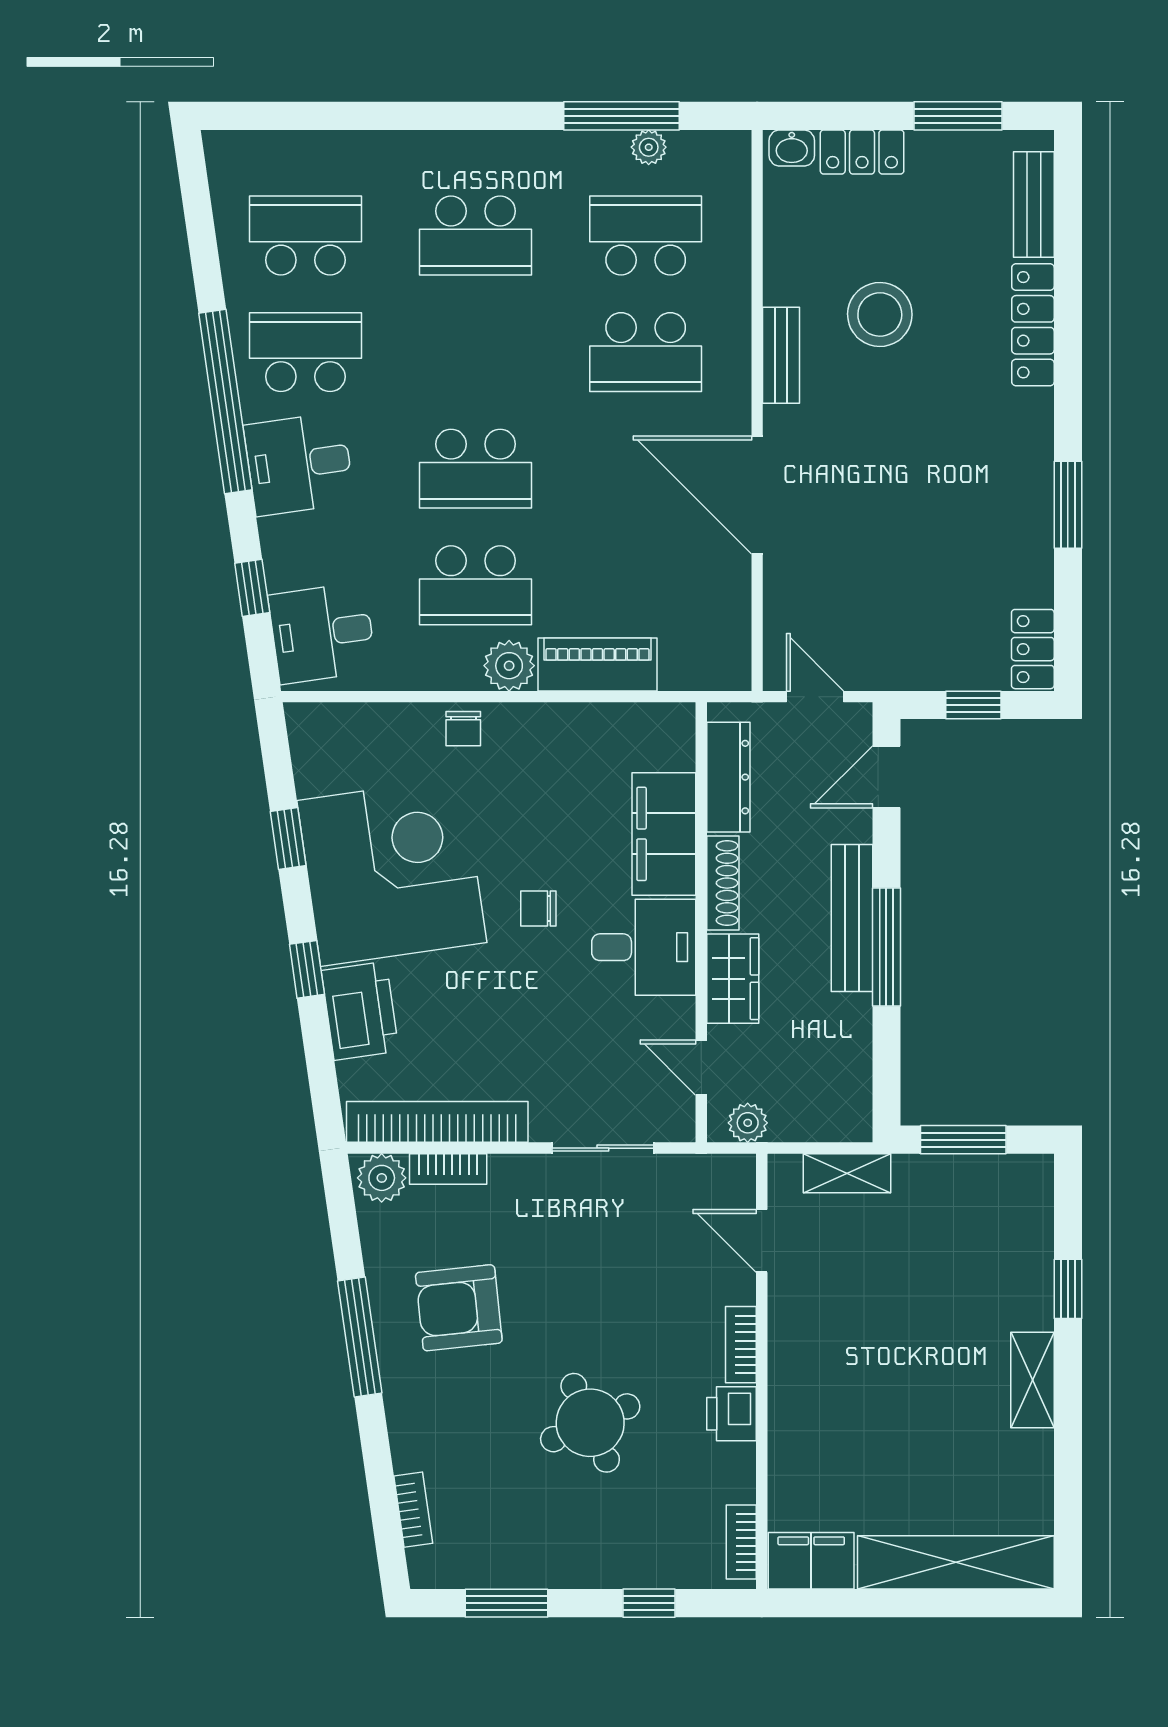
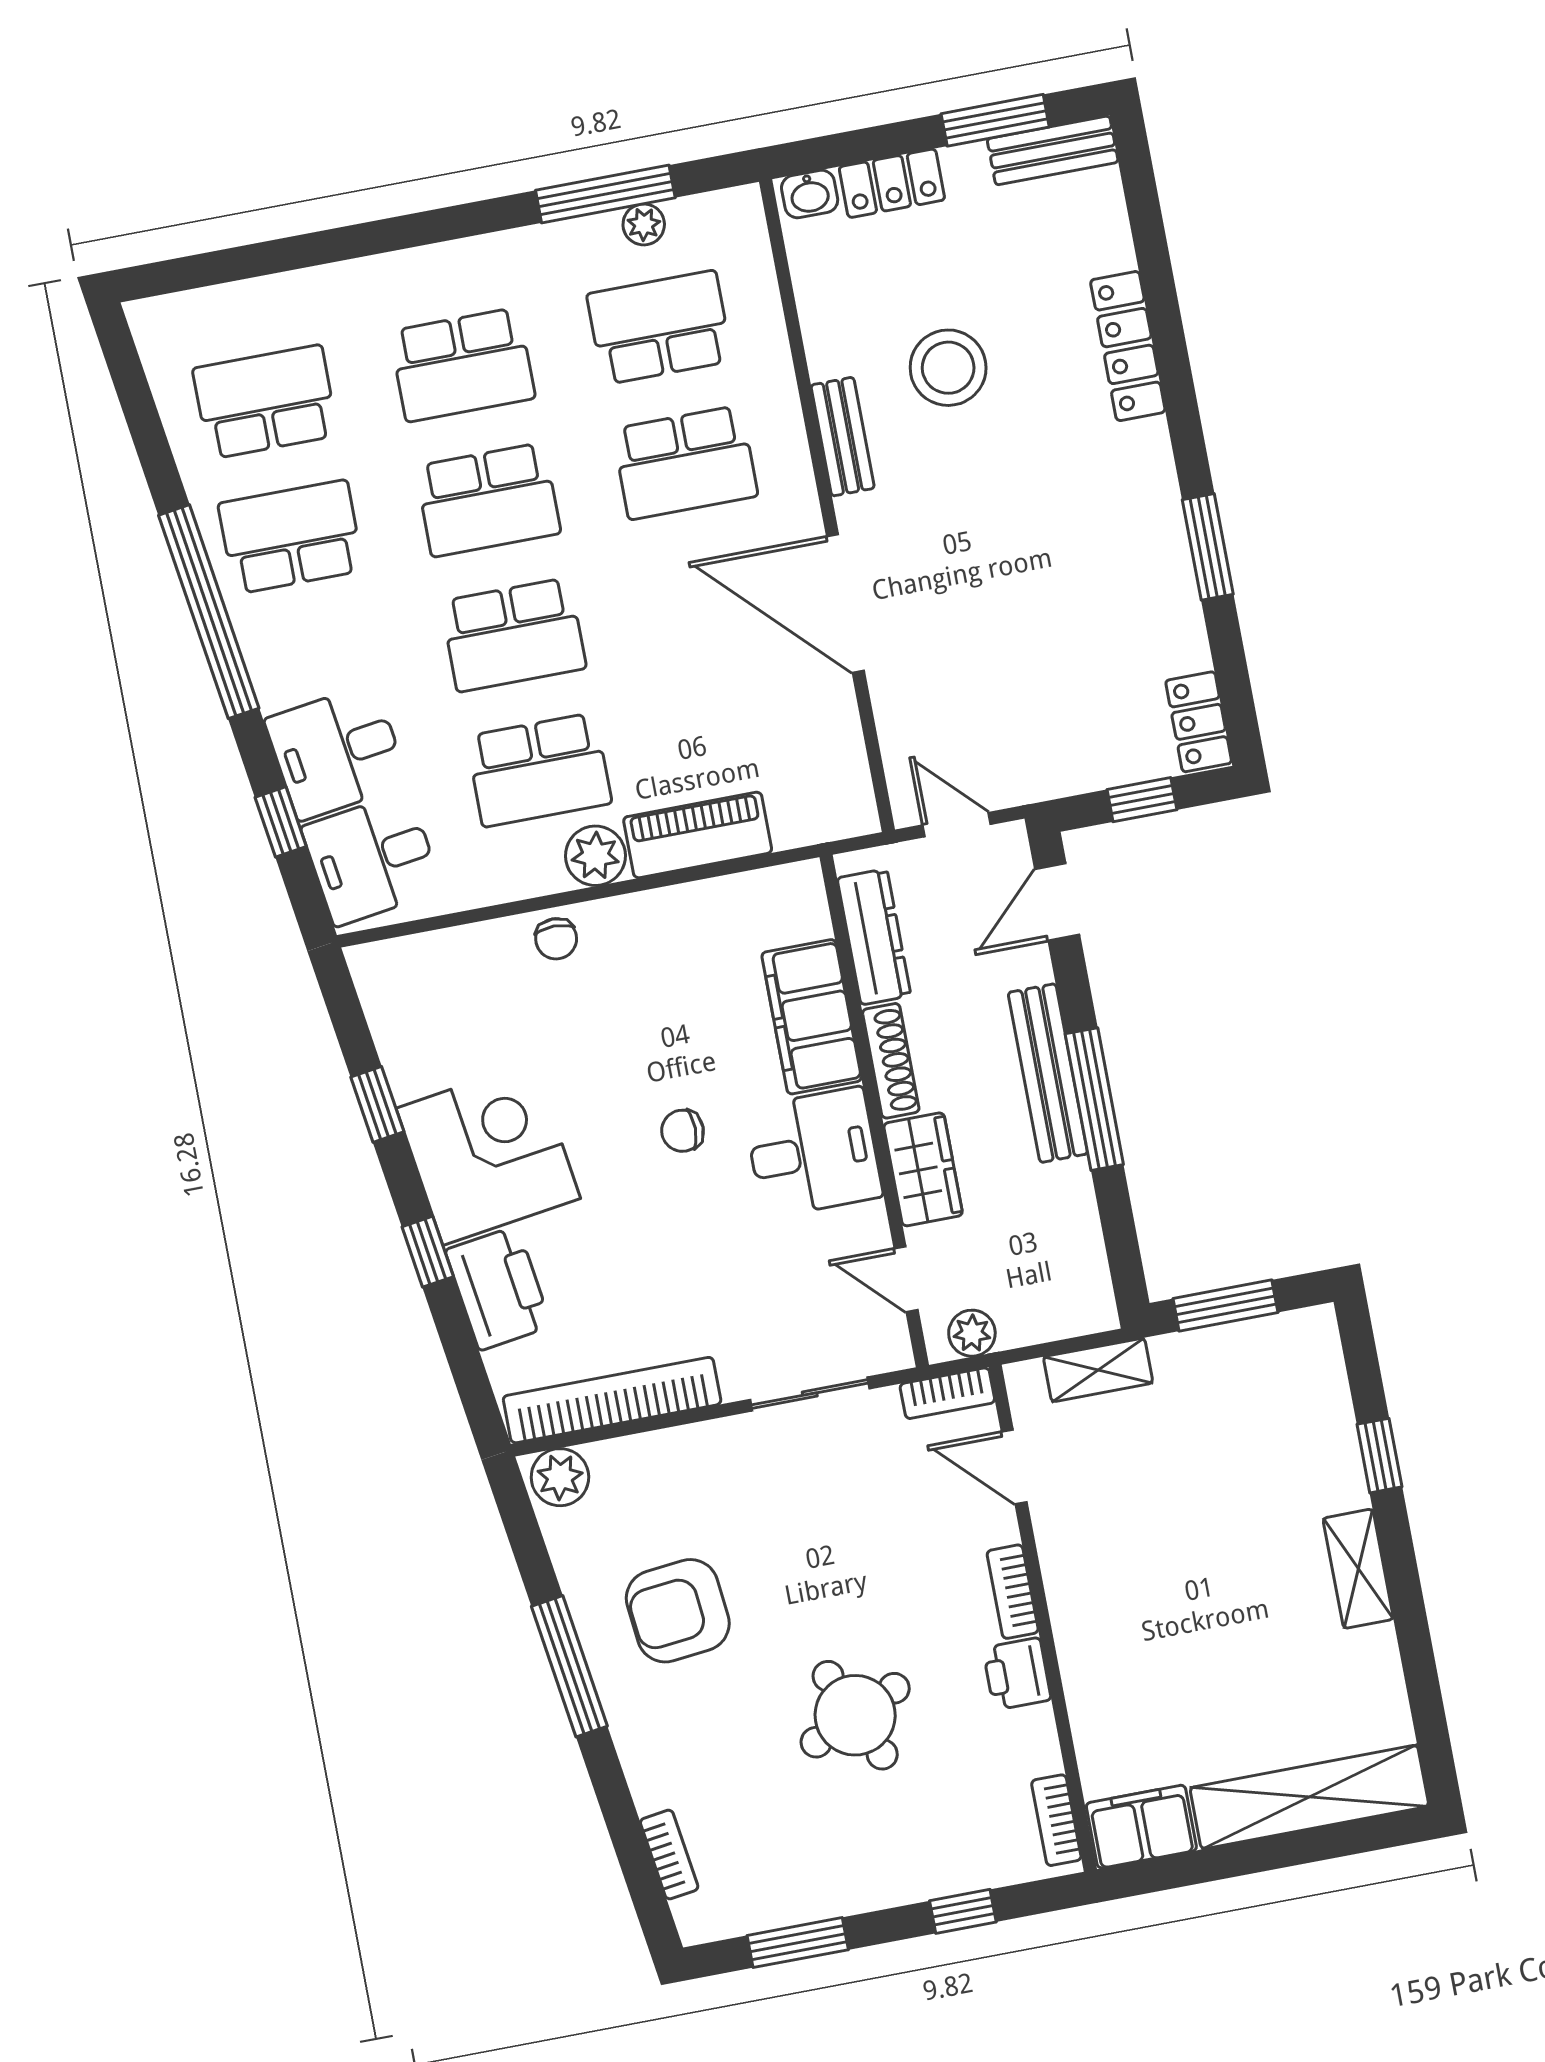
bench: (1034, 205) -> (1053, 150), moved, turned 90
school desk: (476, 352) -> (488, 500), added
desk: (299, 464) -> (337, 752), moved
corner desk: (392, 872) -> (488, 1153), width x0.74, depth x0.74
bookcase: (448, 1169) -> (947, 1393), moved

